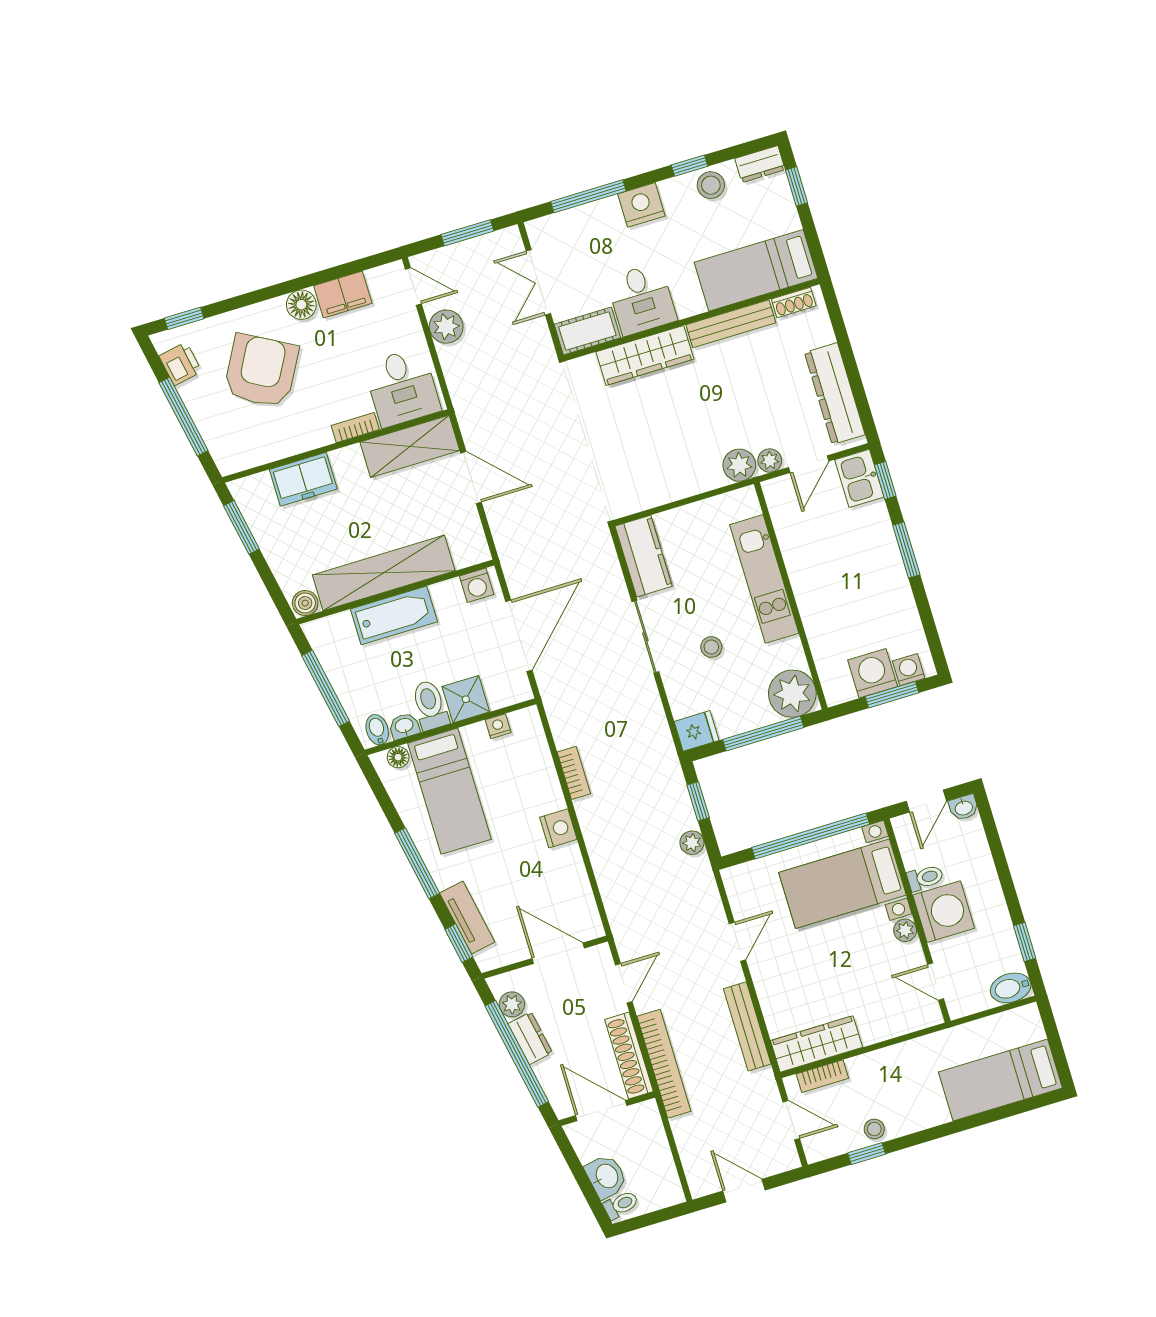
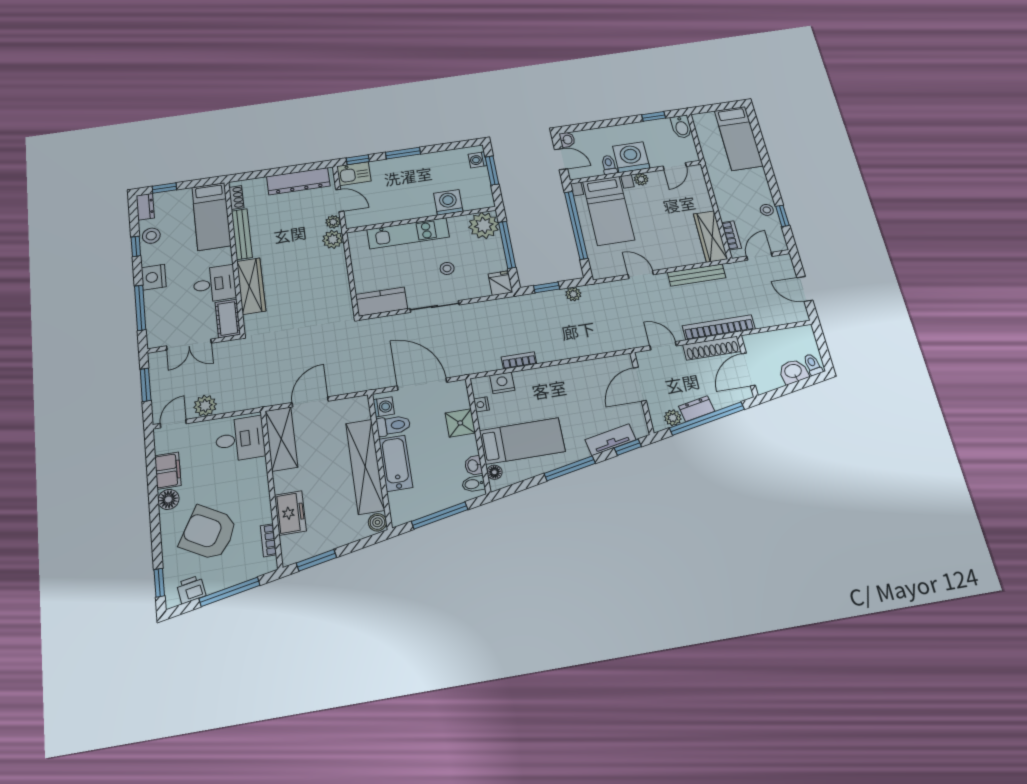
bookcase: (355, 428) -> (268, 540), moved
washing machine: (873, 673) -> (448, 202), moved, turned 90
toilet: (430, 705) -> (393, 425), moved, turned 180
nightstand: (558, 828) -> (502, 383), moved
door: (744, 1191) -> (805, 289), hinge flipped

